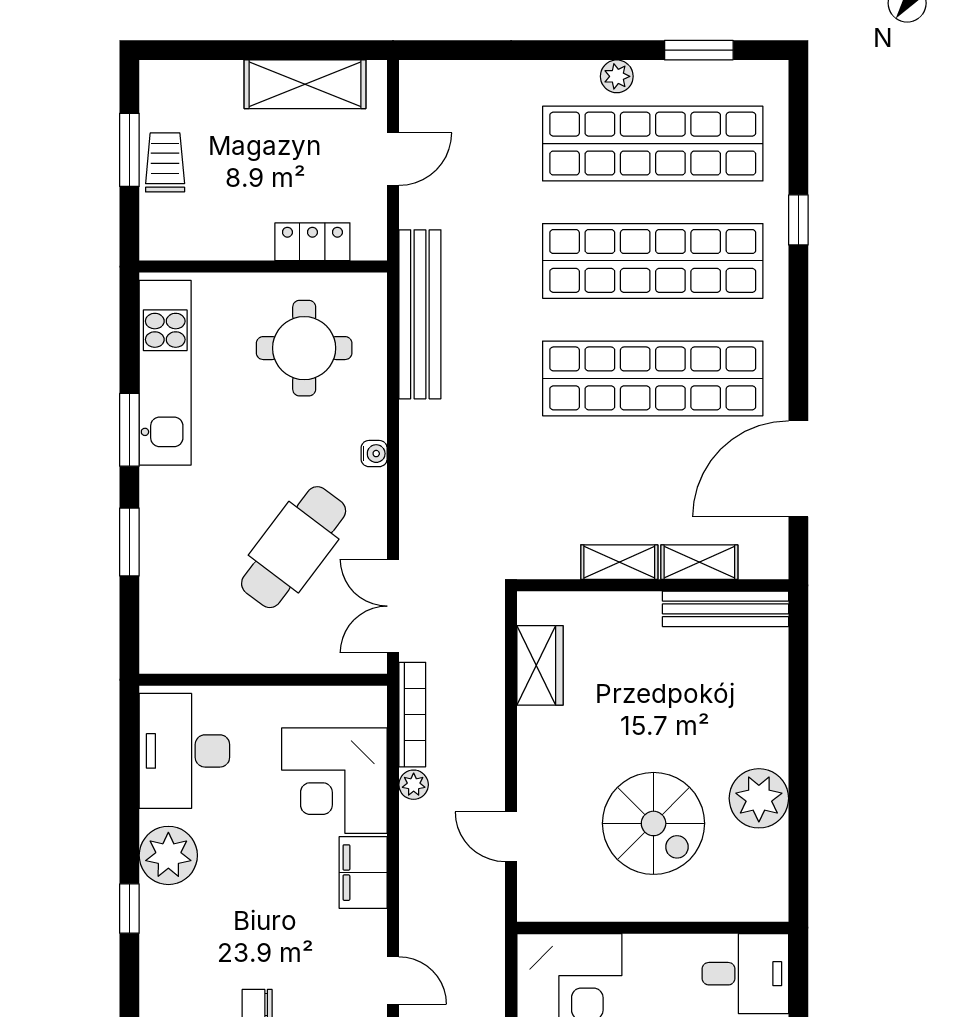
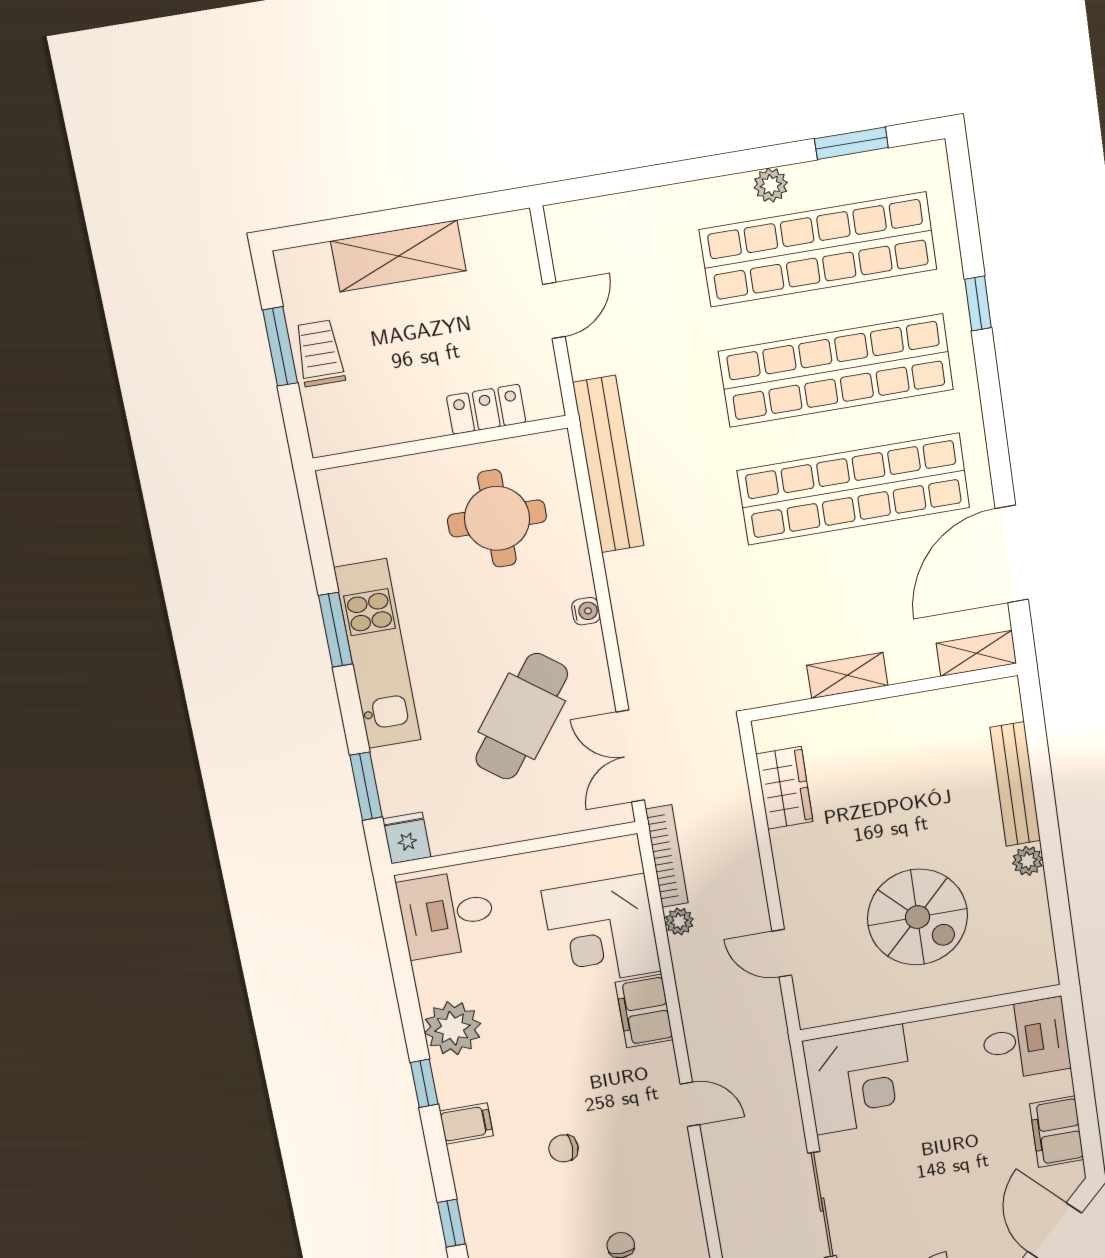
shelving: (305, 84) -> (398, 256), moved
kitchen unit: (165, 373) -> (378, 654), moved
window: (129, 542) -> (366, 786), moved
shelving: (699, 562) -> (976, 653), moved
bench: (726, 609) -> (1015, 784), moved, turned 90
fridge: (159, 650) -> (407, 838), added
desk: (184, 751) -> (447, 914), width x0.73
plant: (759, 798) -> (1028, 861), width x0.53, depth x0.53
filing cabinet: (164, 959) -> (466, 1123), added

